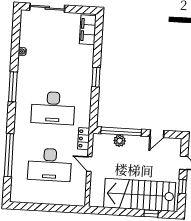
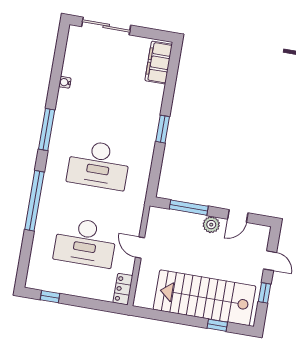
window: (121, 131) -> (189, 208), width x0.68
locker: (84, 139) -> (123, 289), moved
plant: (120, 141) -> (211, 225), moved
window: (9, 155) -> (34, 201), moved
window: (29, 206) -> (50, 297), added

